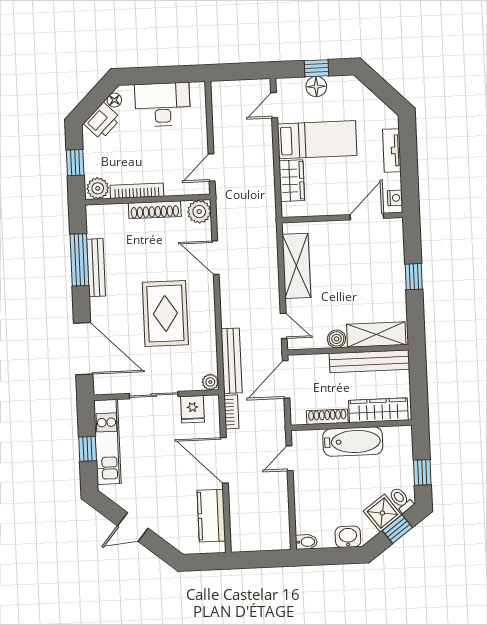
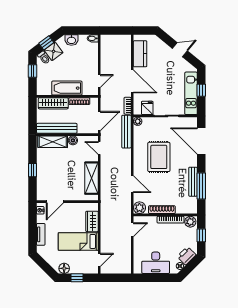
floor lamp: (316, 87) -> (64, 268), moved

